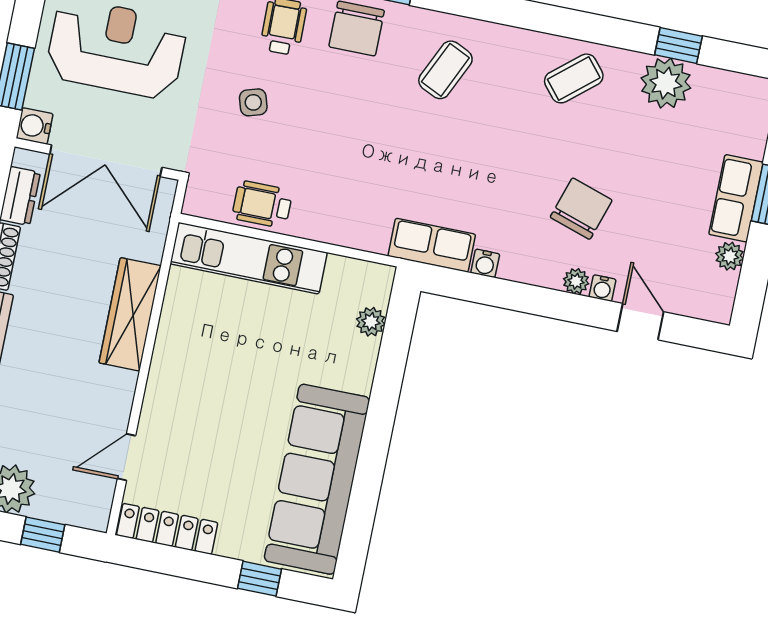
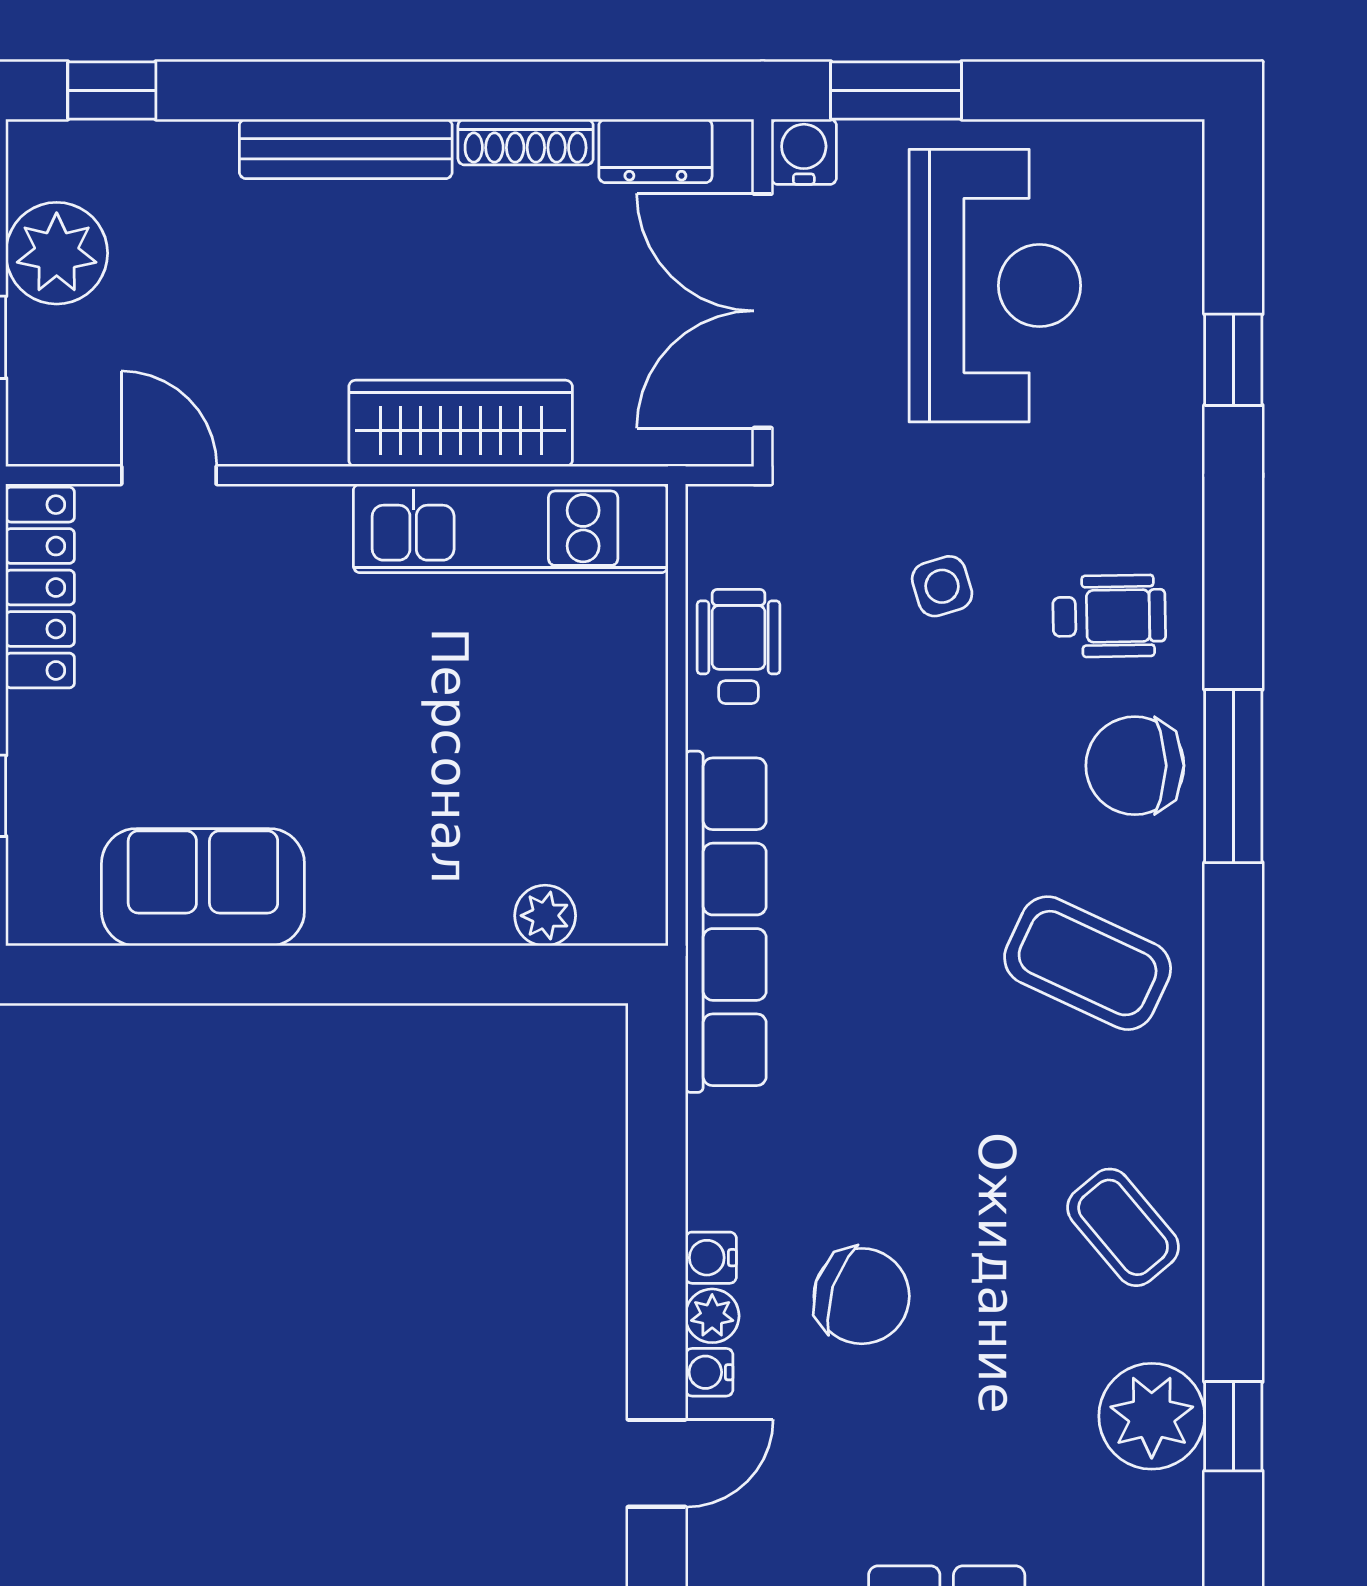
coffee table: (445, 70) -> (1088, 963), width x1.36, depth x1.30
row of seats: (432, 245) -> (726, 922), width x2.02
kitchen unit: (249, 258) -> (511, 528), moved, turned -90
water cooler: (485, 263) -> (711, 1258), moved
sofa: (317, 479) -> (203, 887), width x0.54, depth x0.79

